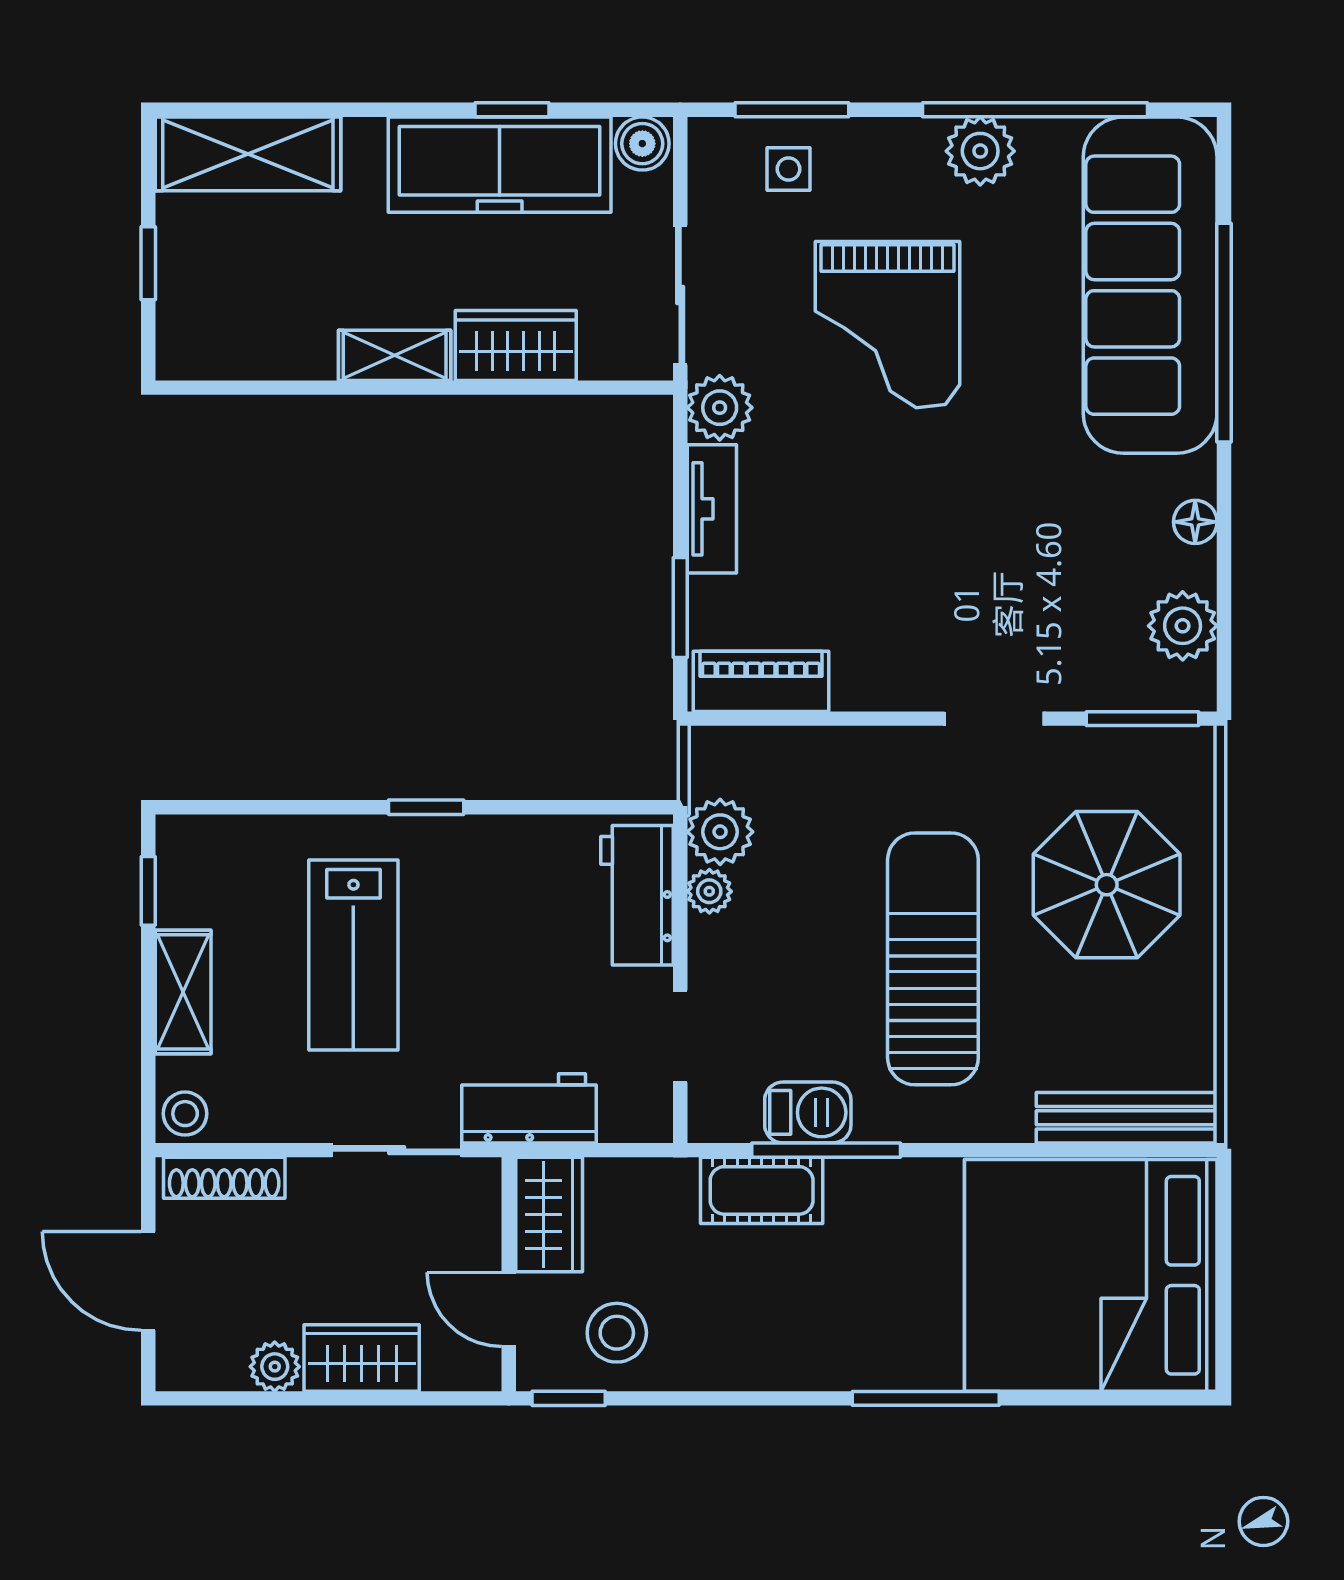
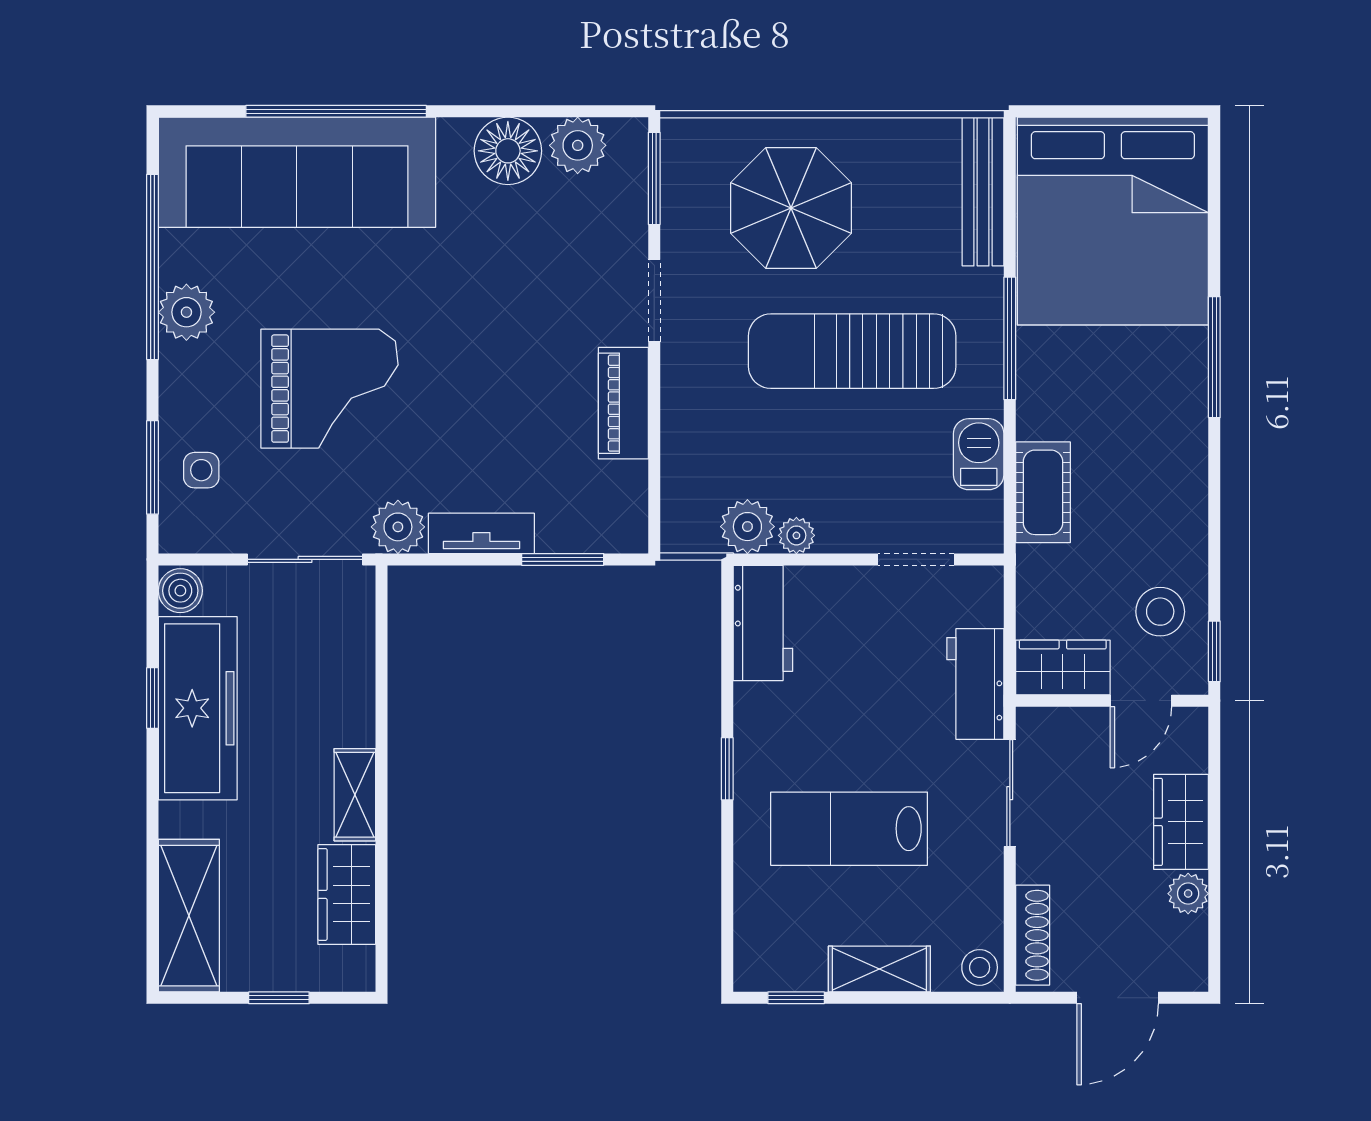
wardrobe: (516, 345) -> (347, 894), moved
floor lamp: (1195, 522) -> (508, 151), width x1.89, depth x1.89
piano: (761, 681) -> (623, 403), moved
workbench: (637, 895) -> (763, 623), moved, turned -90
lab bench: (353, 955) -> (849, 829), turned 180
window: (826, 1150) -> (1010, 338), moved

